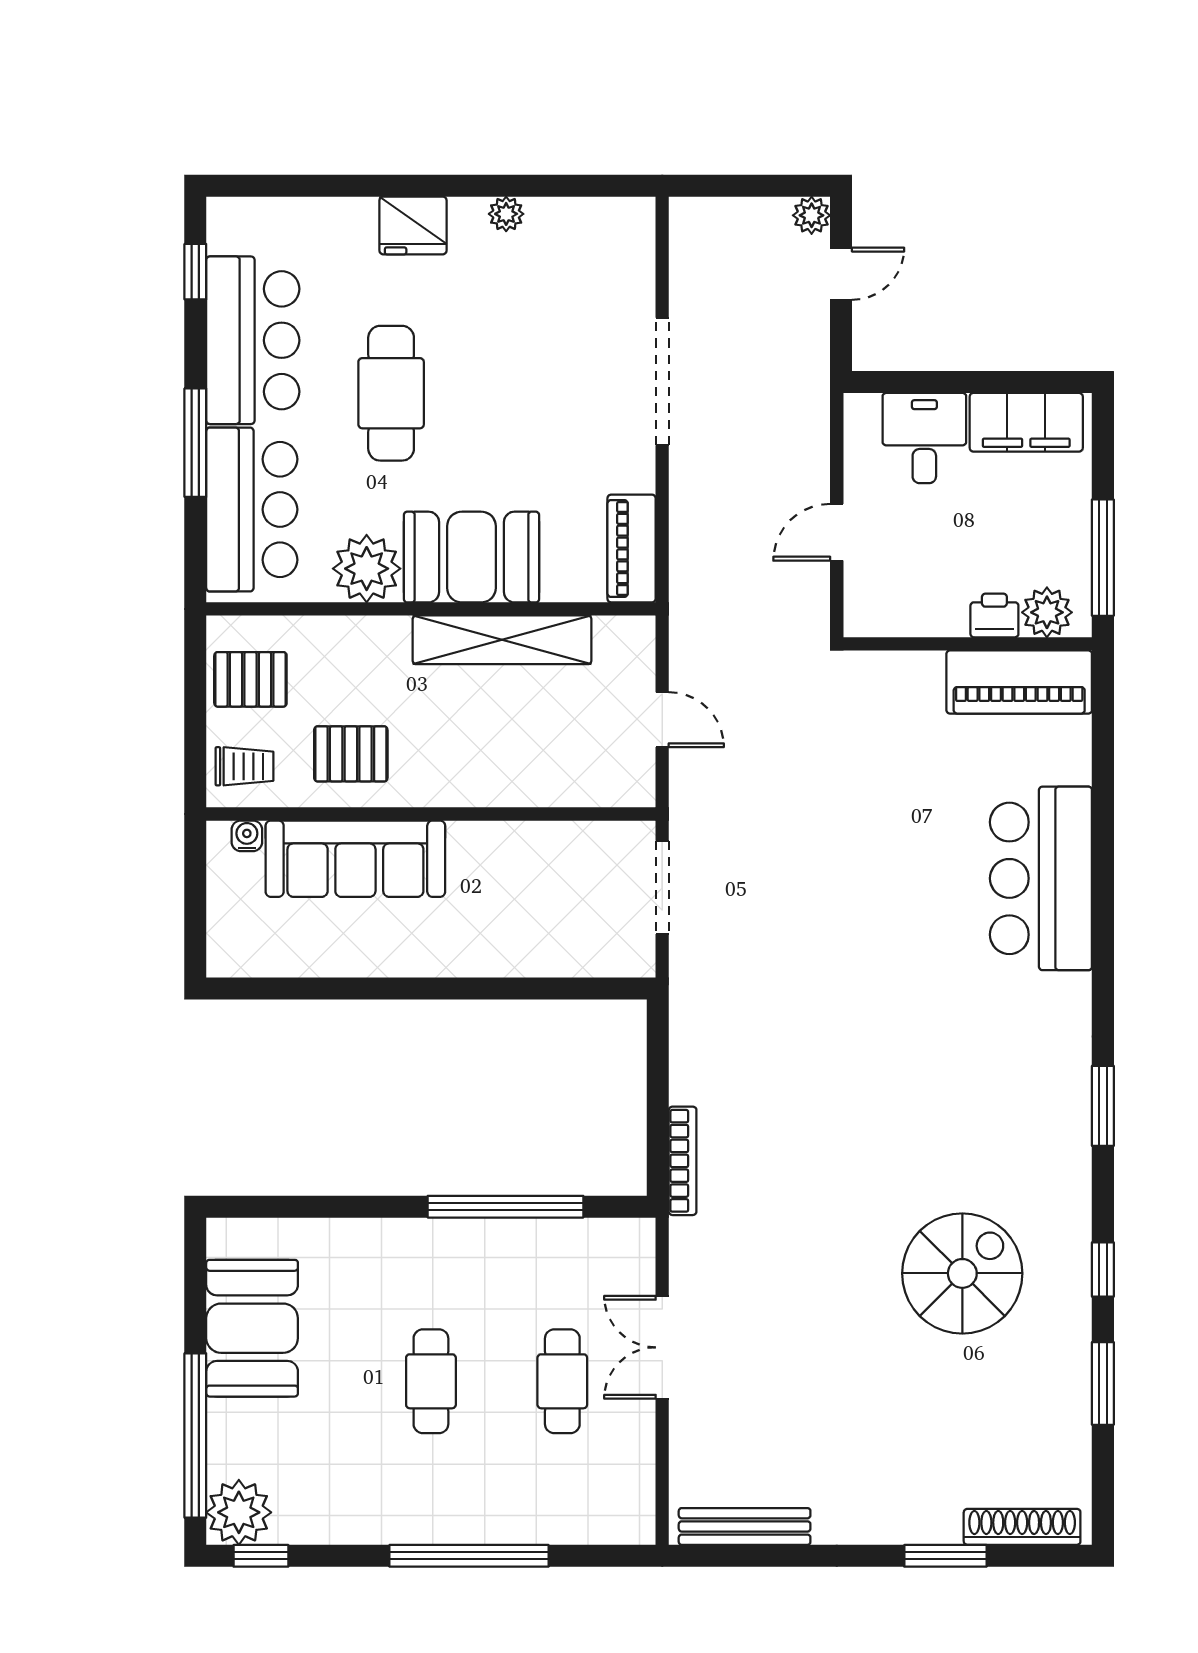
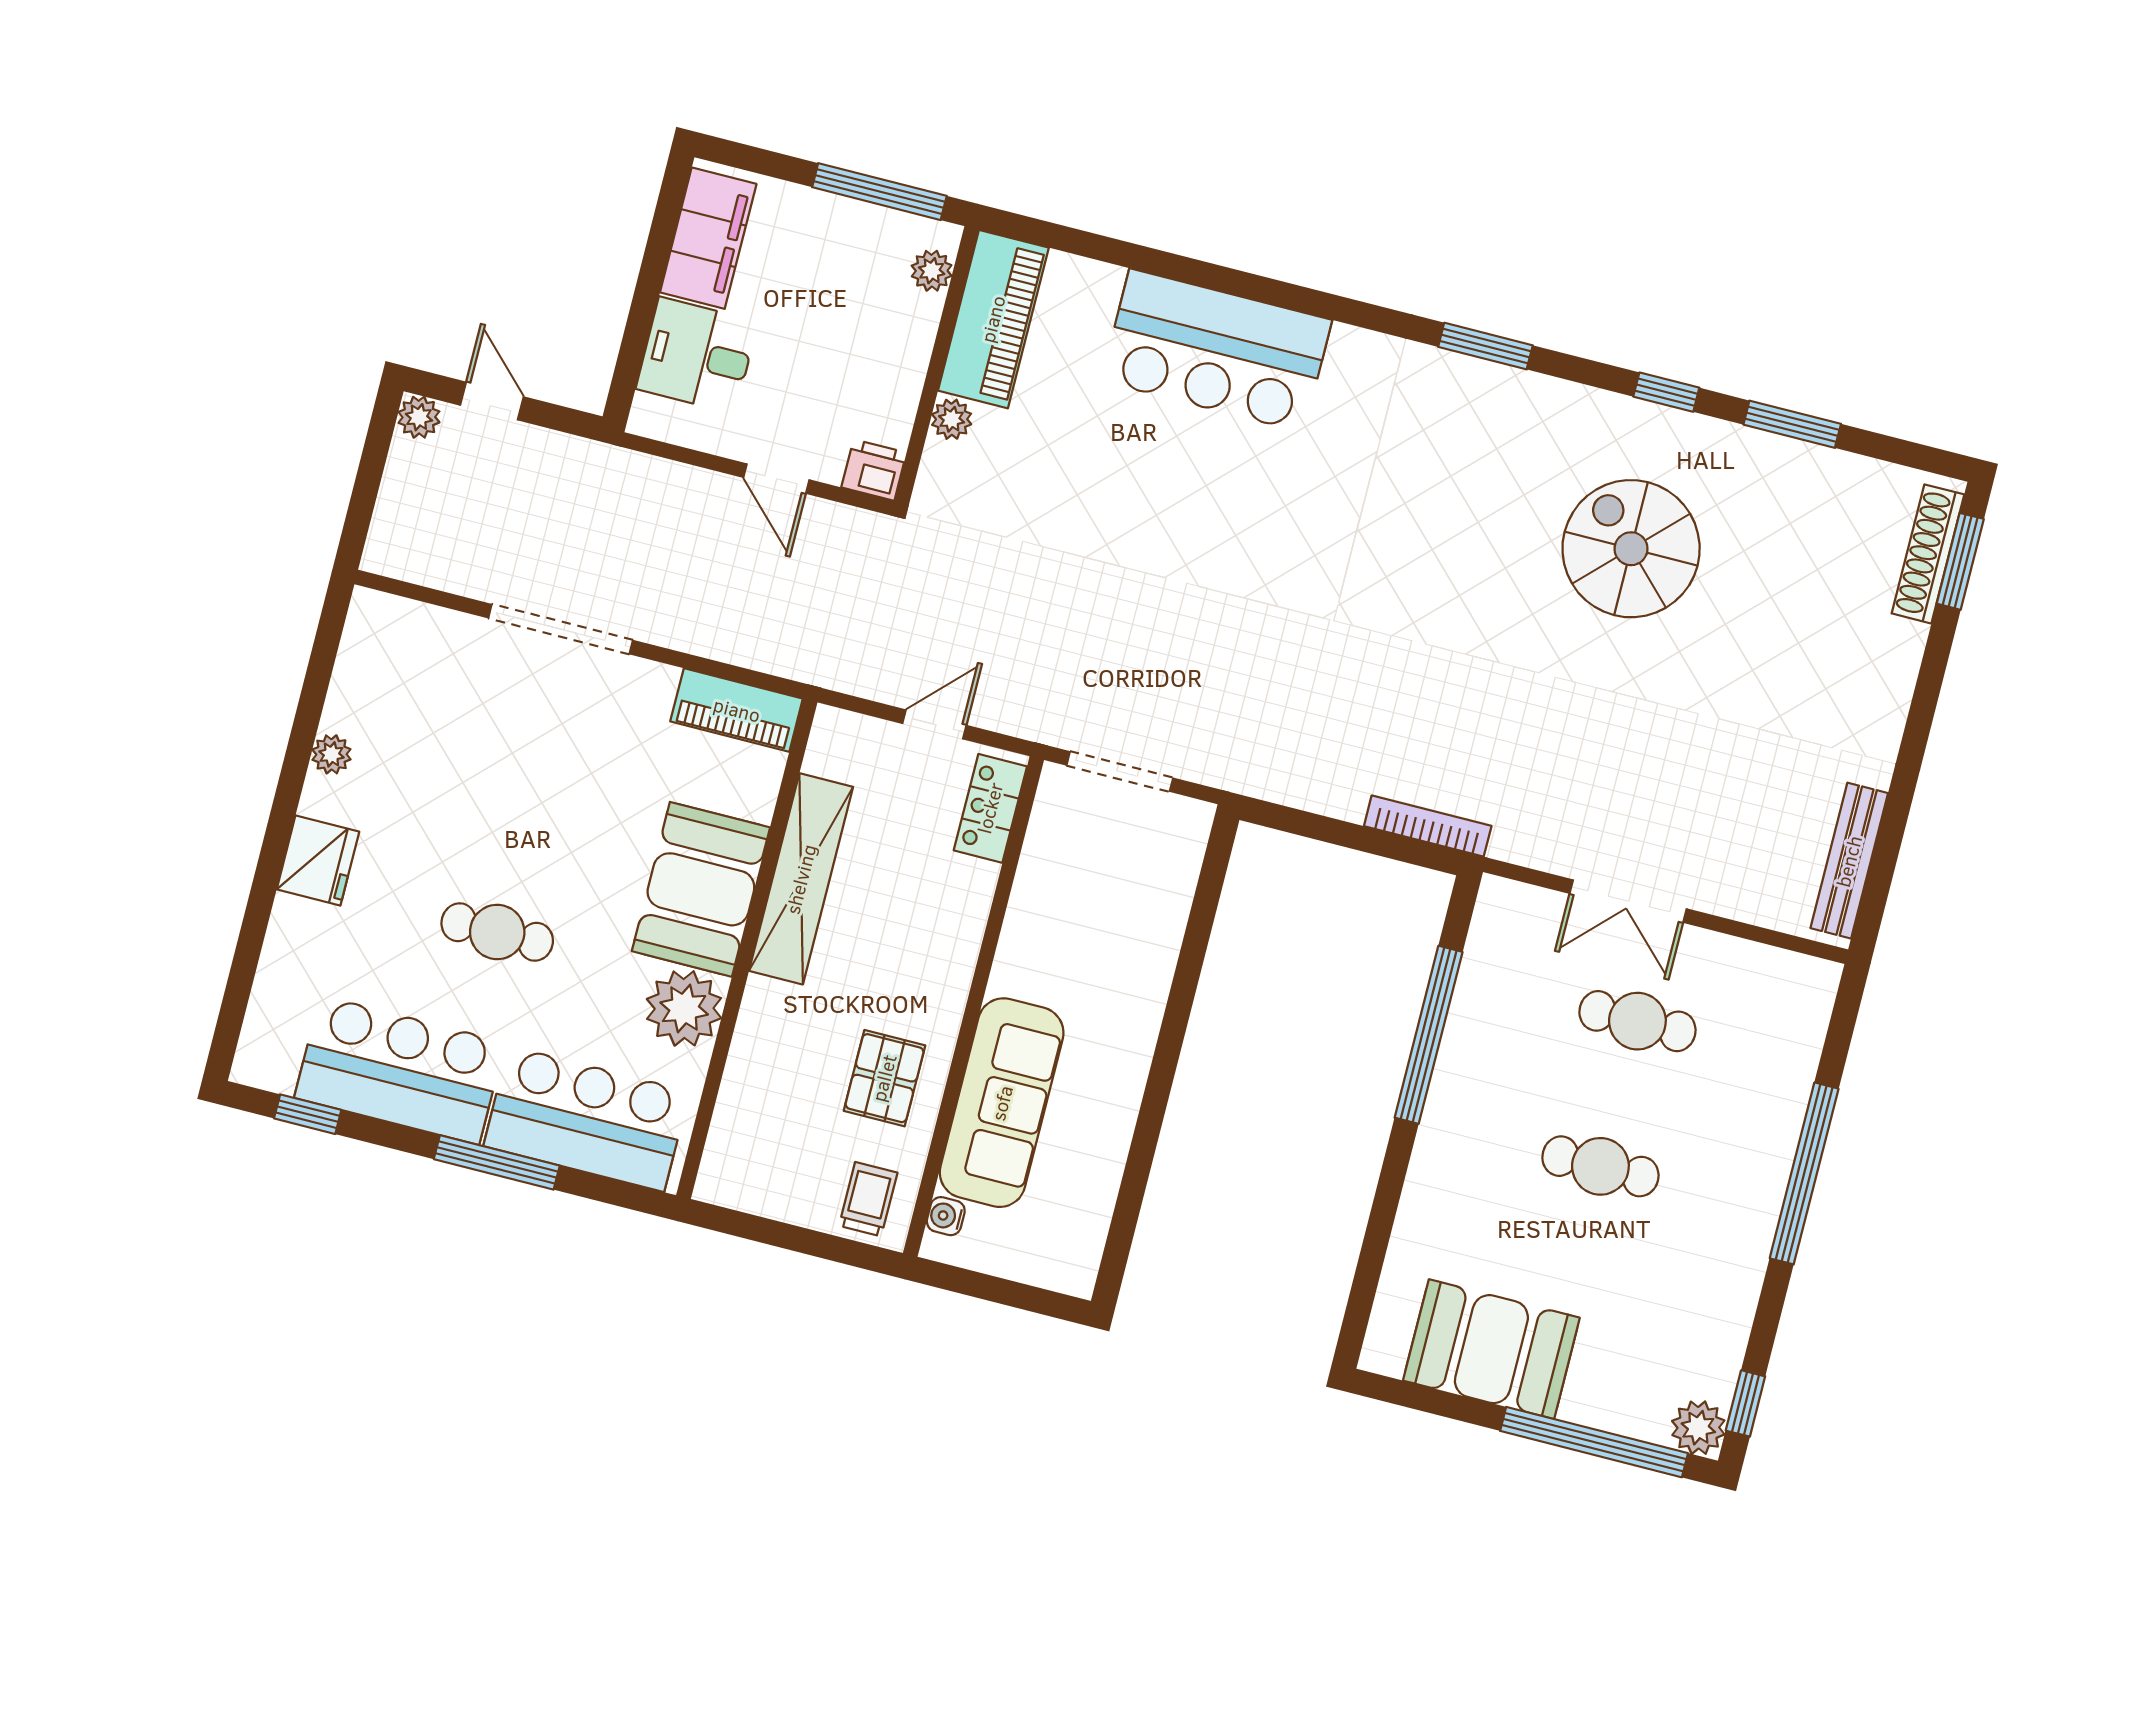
cafe table: (391, 393) -> (497, 932), width x0.73, depth x0.74
plant: (1047, 612) -> (932, 271), width x0.73, depth x0.73
printer: (994, 615) -> (874, 470), moved, turned 90
plant: (925, 668) -> (952, 419), added
pallet: (250, 679) -> (774, 1168), removed
locker: (603, 785) -> (990, 808), added
plant: (239, 1512) -> (1698, 1428), width x0.73, depth x0.73
window: (945, 1556) -> (1960, 561), moved

